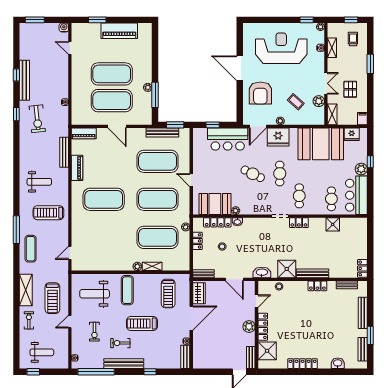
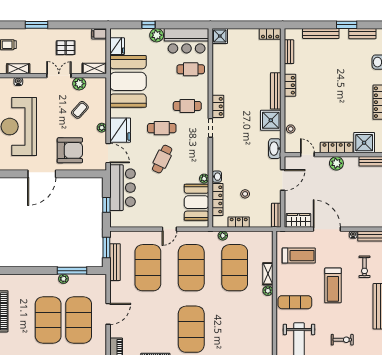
shower: (333, 224) -> (220, 36), moved
exercise bike: (120, 343) -> (364, 267), moved

